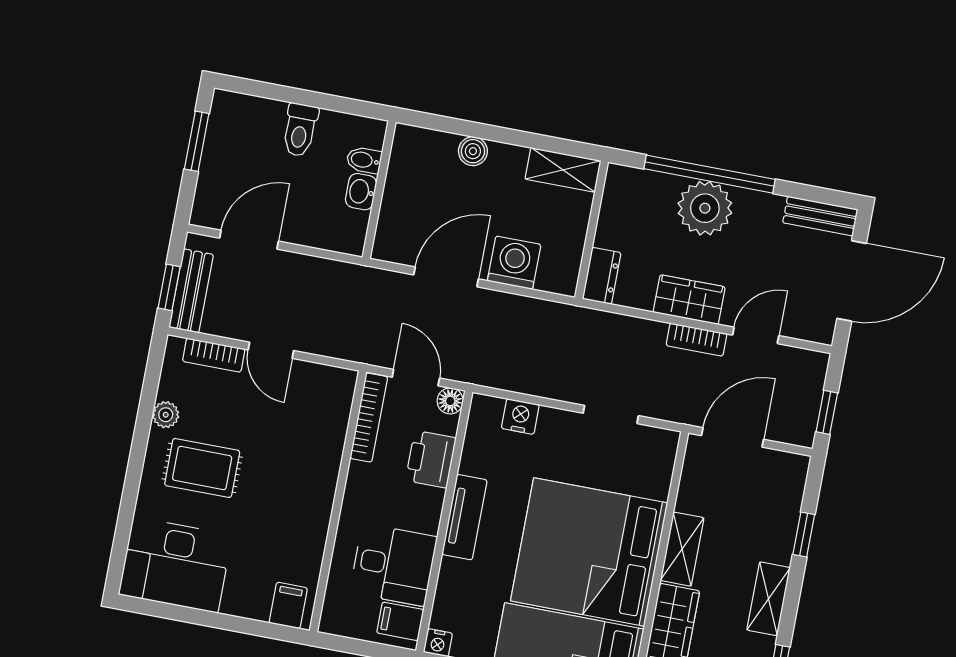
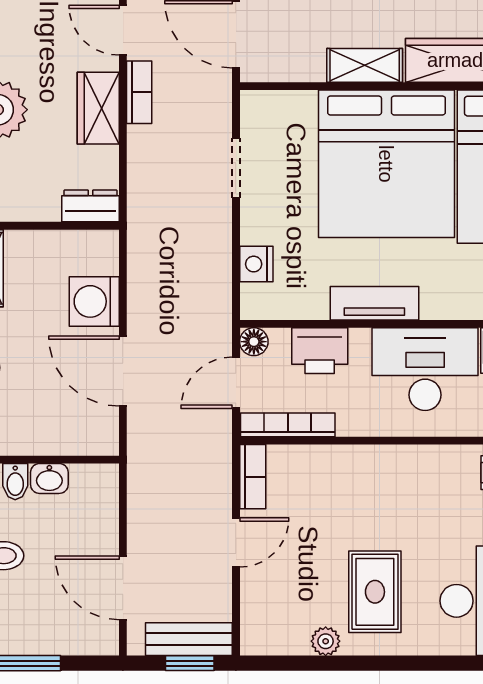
bookcase: (214, 355) -> (253, 477), moved
desk: (393, 565) -> (425, 369), width x1.37

